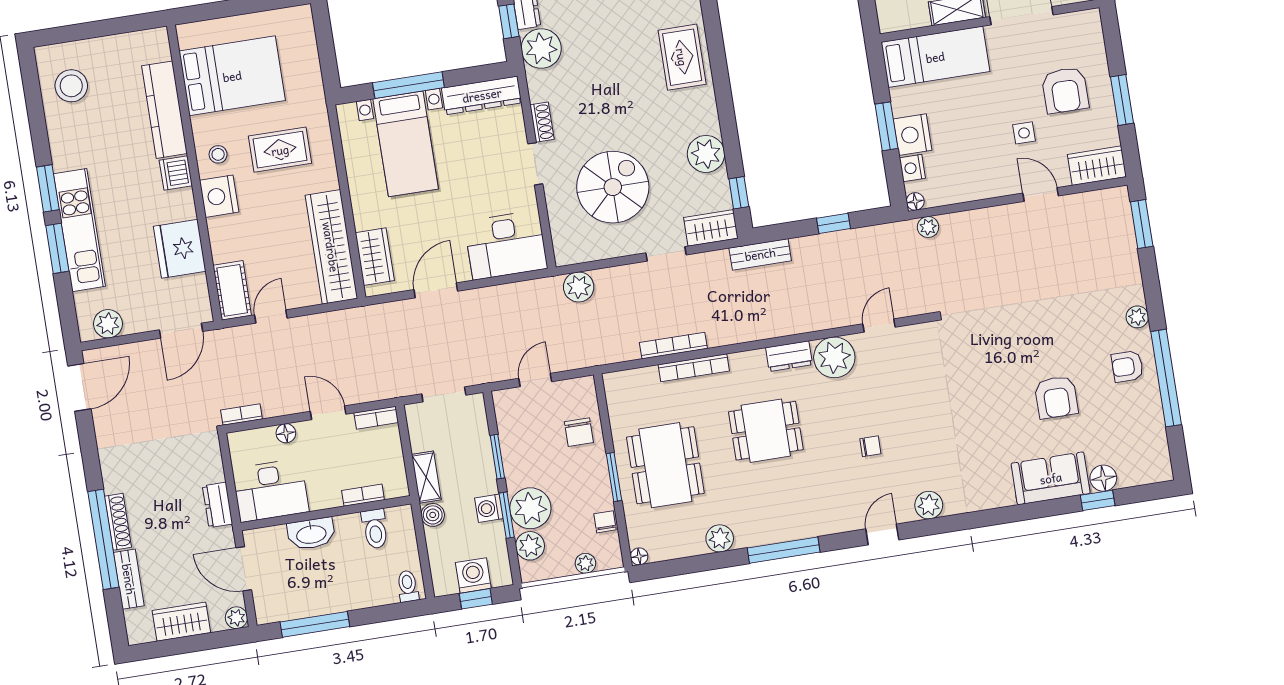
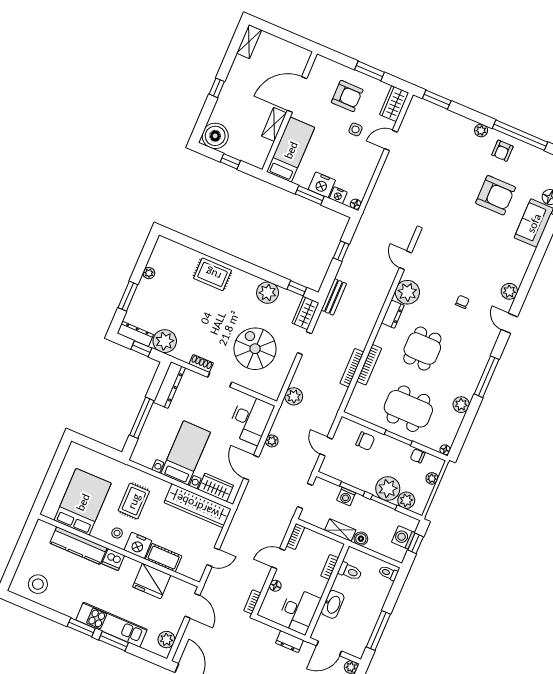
bed with nightstands: (406, 144) -> (186, 453), moved, turned -90
plant: (928, 227) -> (272, 441), moved
cot: (232, 290) -> (164, 558), moved
door: (271, 316) -> (213, 557), swing flipped
armchair: (1056, 397) -> (496, 195), width x1.36, depth x1.36
washing machine: (489, 508) -> (346, 497), moved

